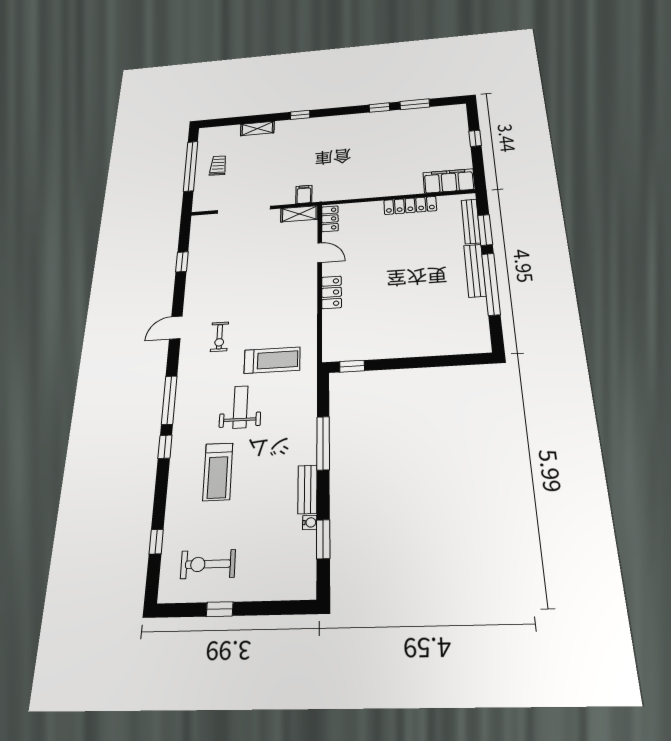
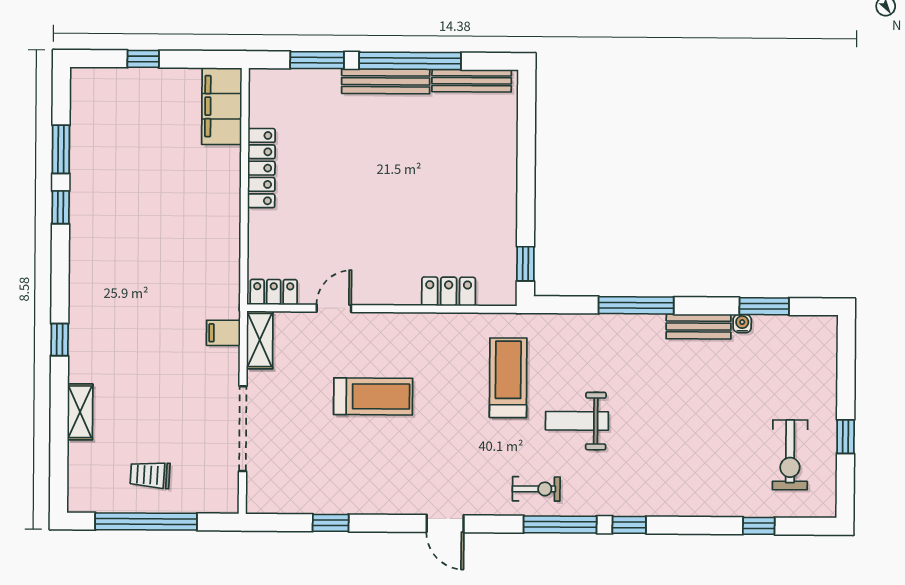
bench: (471, 221) -> (472, 81), moved
locker: (332, 292) -> (449, 291), moved
exercise bike: (220, 337) -> (536, 489), moved
treadmill: (218, 472) -> (373, 396), moved

